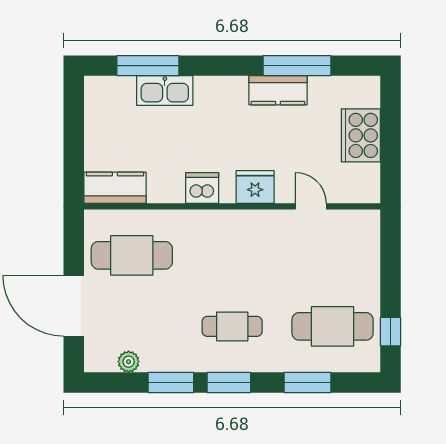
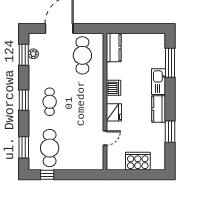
window: (297, 66) -> (170, 132), width x0.69
kitchen counter: (278, 90) -> (159, 109), moved
kitchen sink: (165, 91) -> (158, 82), moved
window: (171, 382) -> (24, 55), moved
window: (307, 382) -> (24, 147), moved

